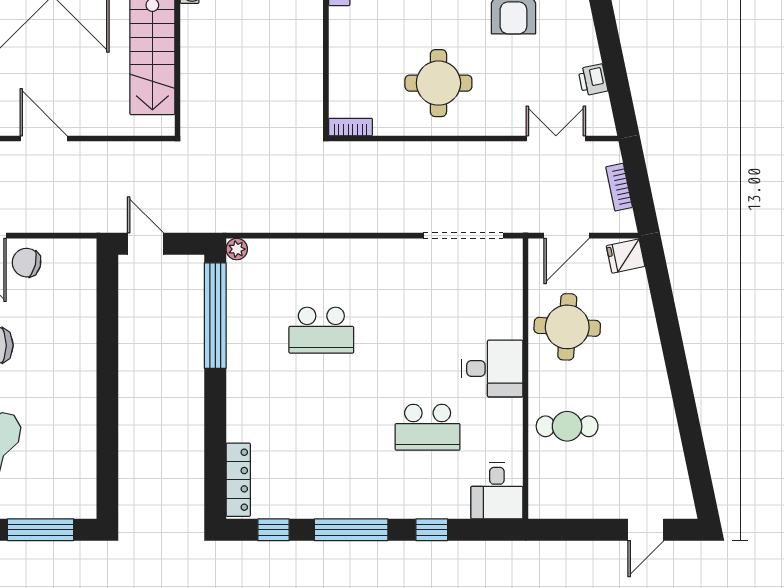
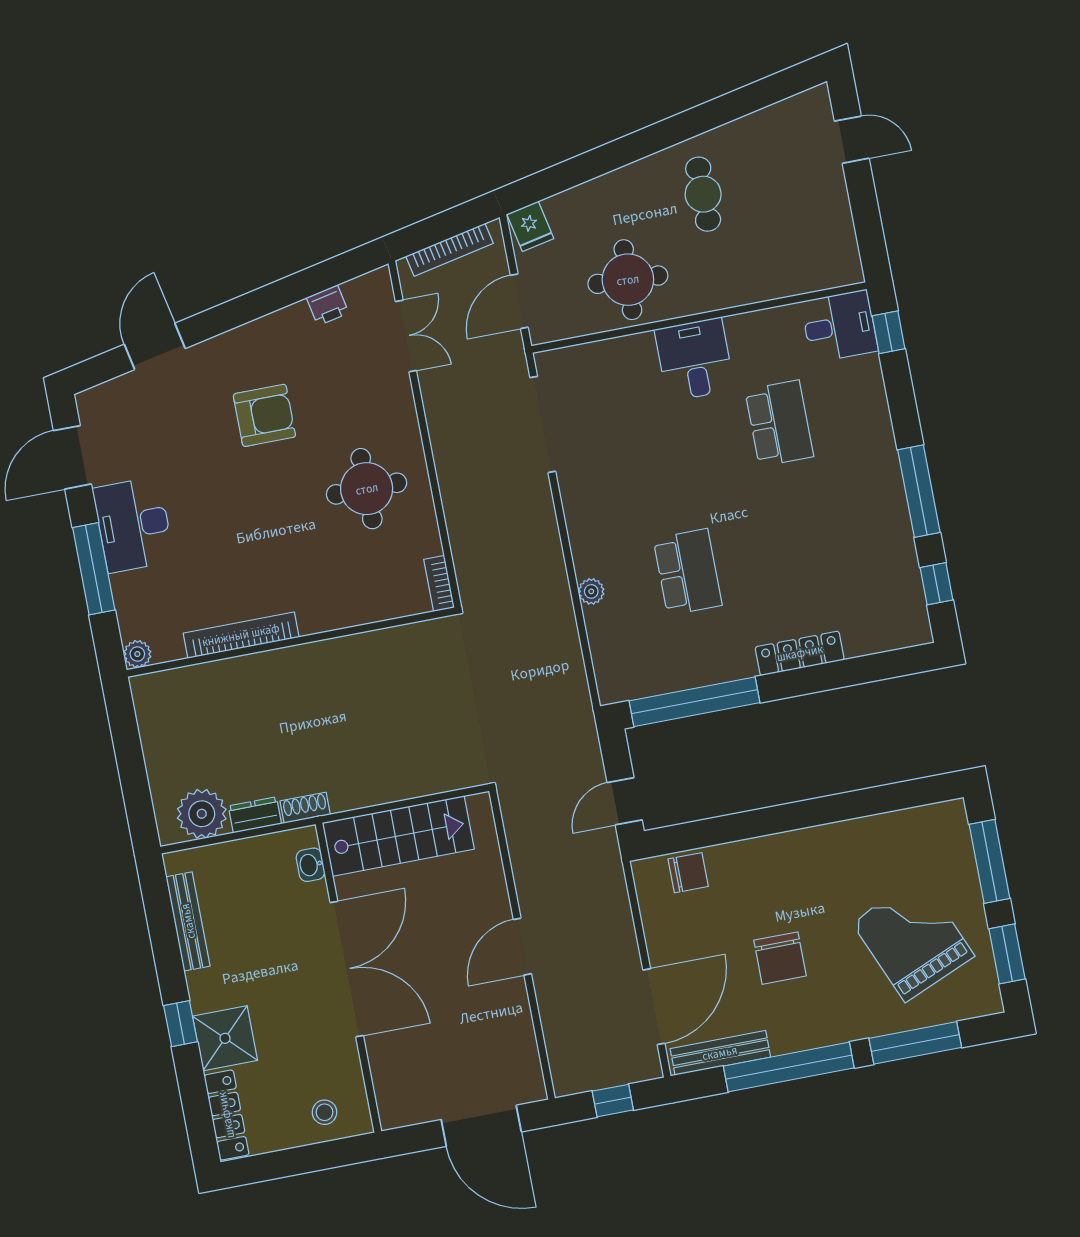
double door: (556, 139) -> (406, 336), swing flipped
bookcase: (619, 187) -> (450, 250), width x1.56
door: (566, 236) -> (519, 301), swing flipped
plant: (237, 249) -> (591, 591), moved
chair: (27, 263) -> (688, 873), moved, turned -104
cafe table: (567, 426) -> (703, 194), moved
locker: (238, 480) -> (800, 653), moved
window: (432, 530) -> (888, 332), moved

